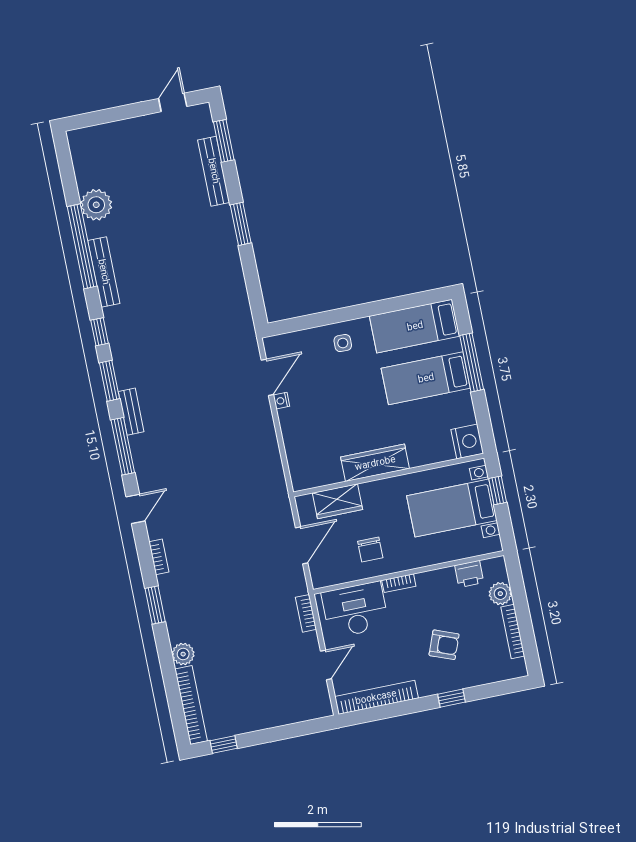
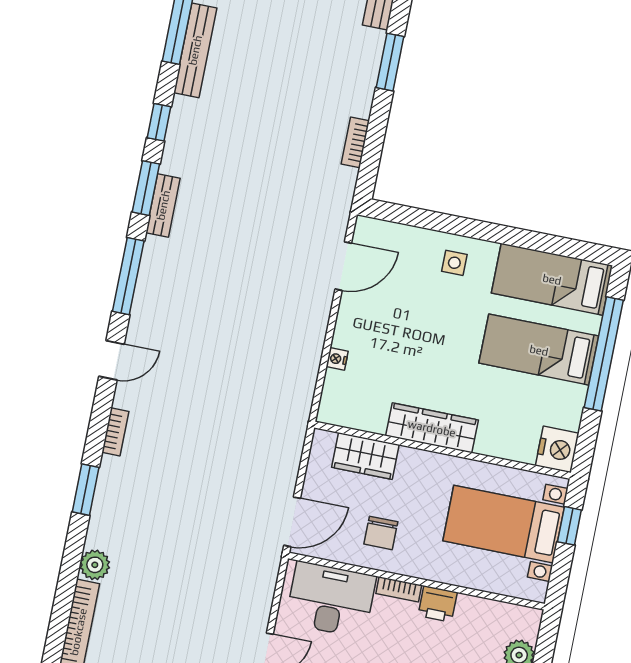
window: (472, 362) -> (604, 354), width x1.46
nightstand: (281, 401) -> (337, 359), moved
bench: (131, 412) -> (163, 205), moved
door: (302, 545) -> (292, 522), moved
printer: (469, 574) -> (438, 604), moved
bookcase: (306, 613) -> (355, 142), moved

